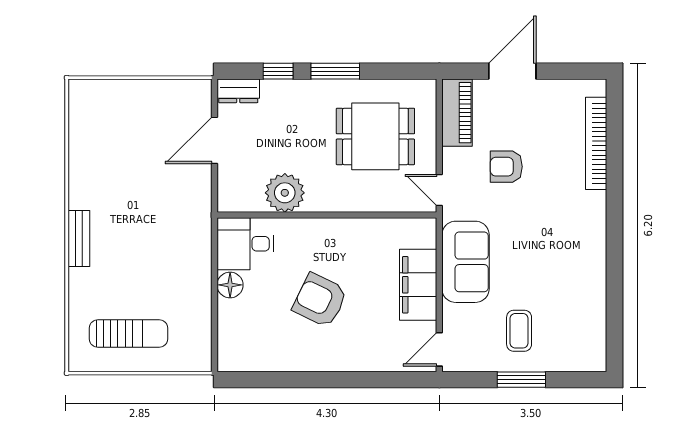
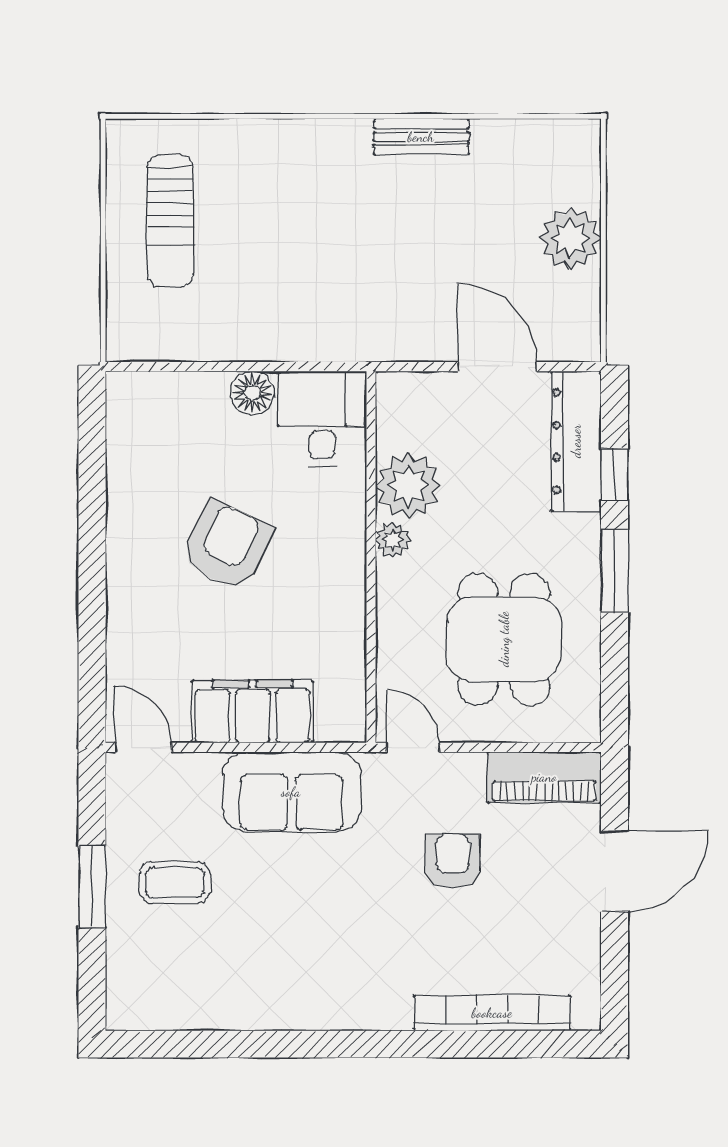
door: (512, 71) -> (614, 871), hinge flipped
dresser: (238, 91) -> (576, 441), width x1.96, depth x1.24
plant: (139, 97) -> (570, 238), added
door: (439, 190) -> (413, 747), hinge flipped
plant: (317, 202) -> (393, 540), added
bench: (79, 239) -> (421, 137), moved

